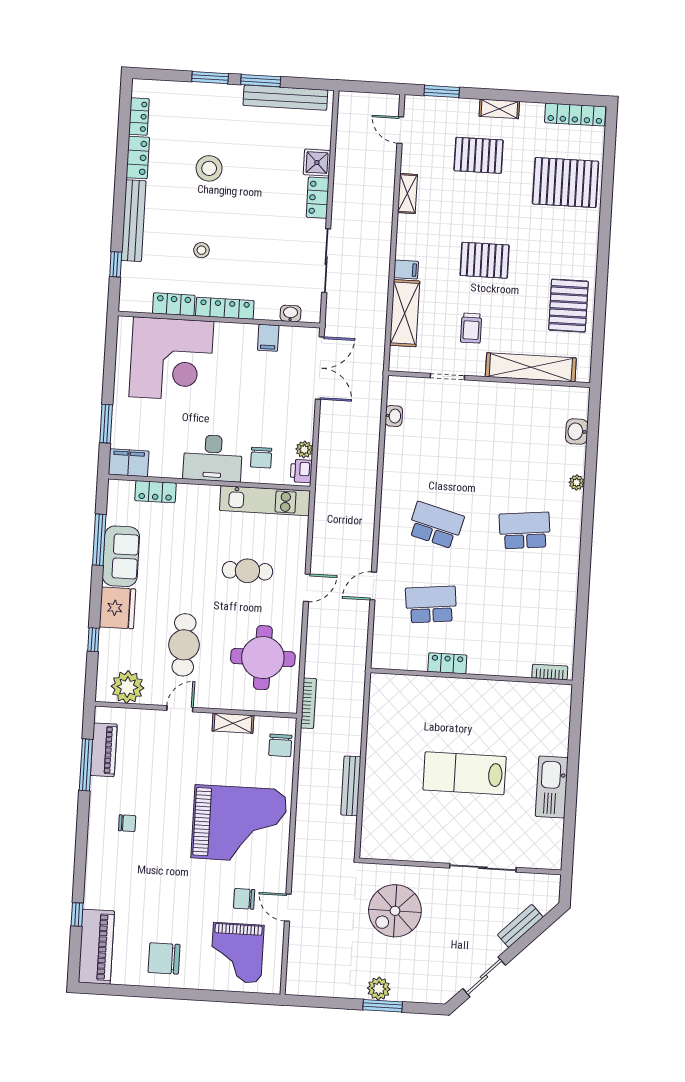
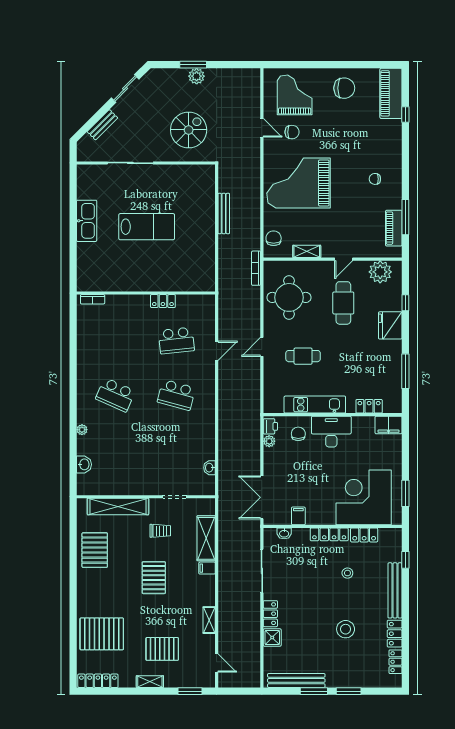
pallet: (485, 260) -> (154, 578), turned 90
trolley: (471, 328) -> (160, 531), turned 90
window: (106, 424) -> (405, 493), moved
kitchen unit: (265, 501) -> (315, 405), moved
school desk: (525, 530) -> (115, 395), turned 30
sofa: (121, 556) -> (390, 361), removed

